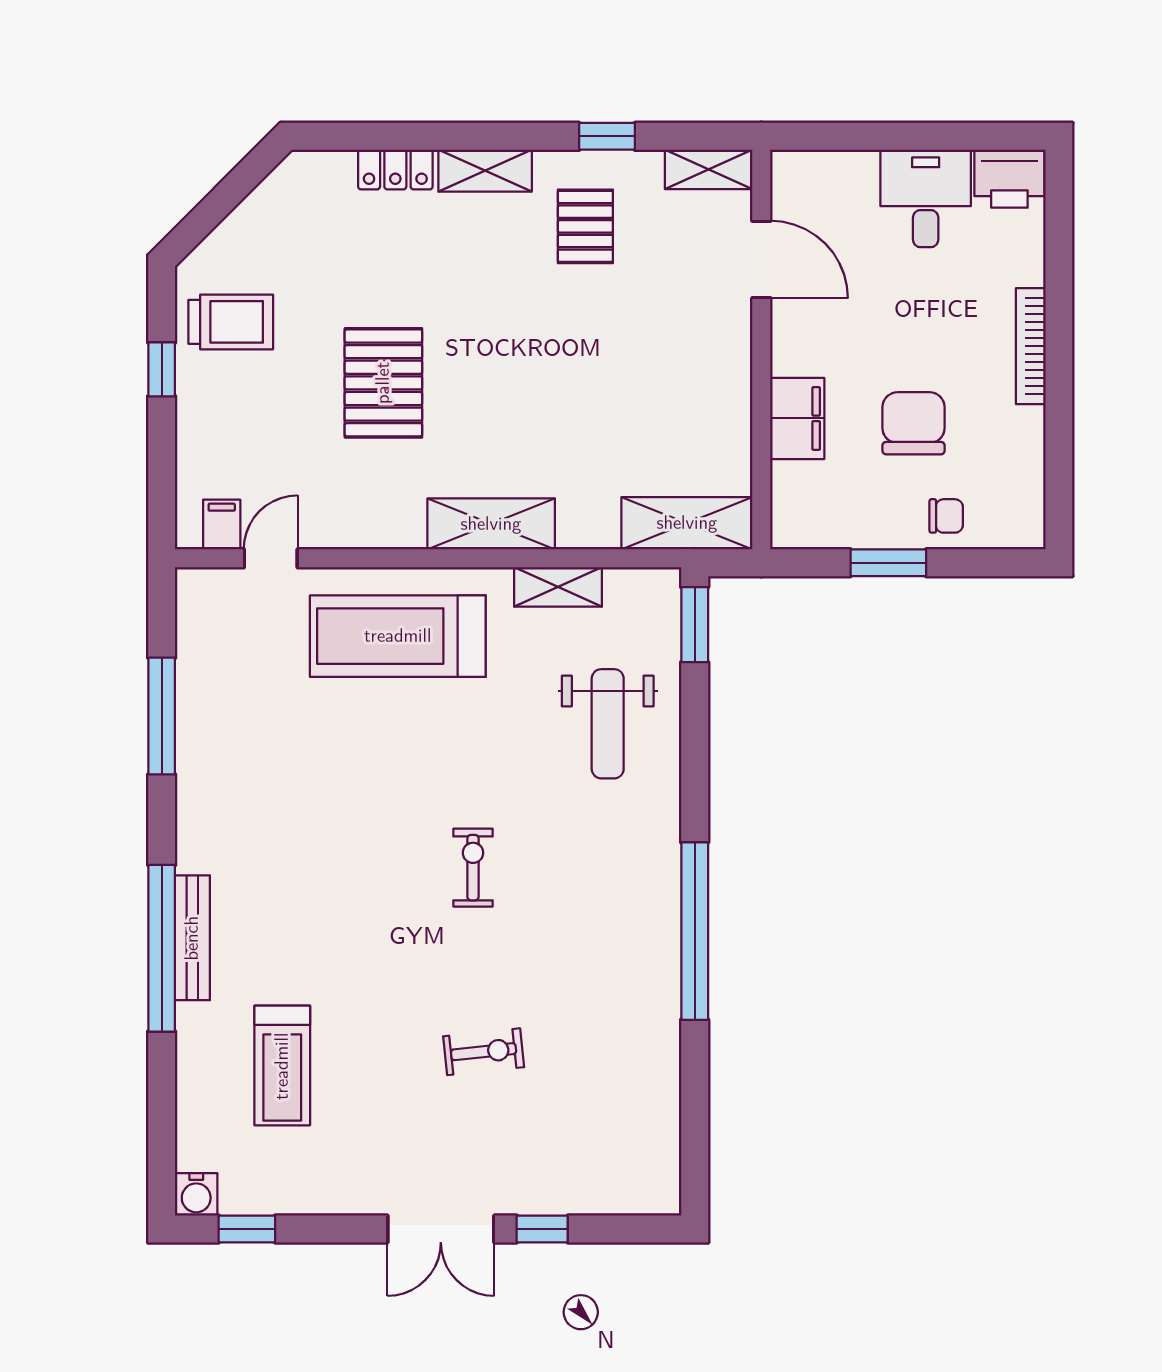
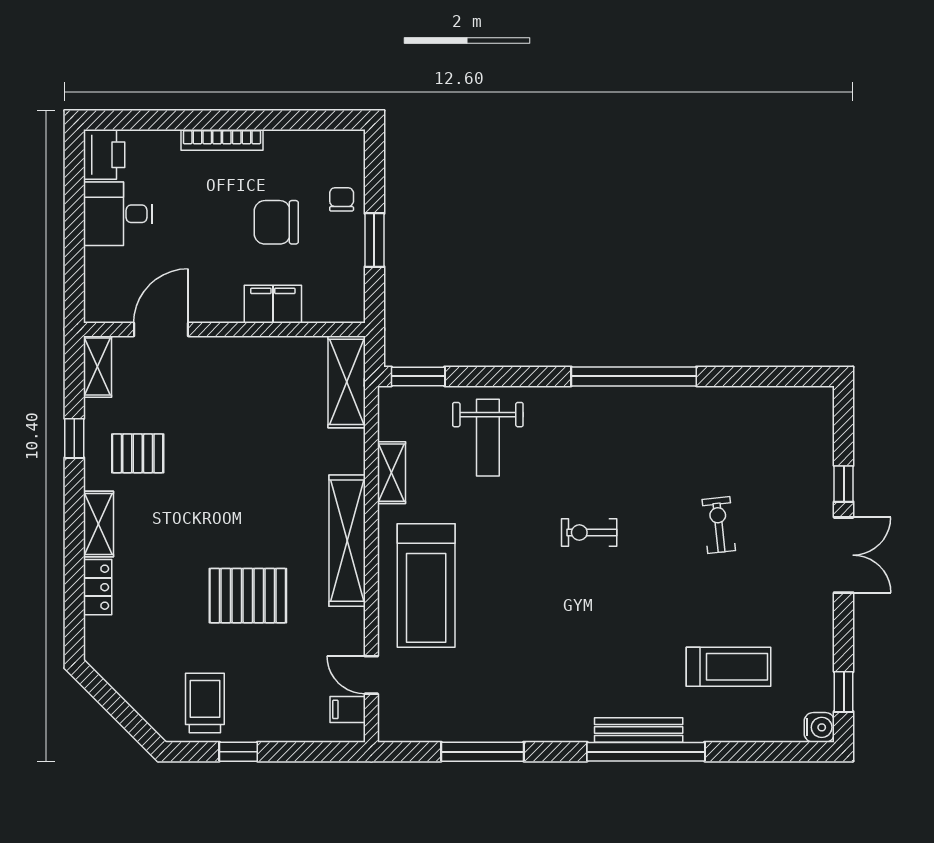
shelving: (491, 524) -> (347, 541), width x1.47
weight bench: (608, 724) -> (488, 438), turned 90

